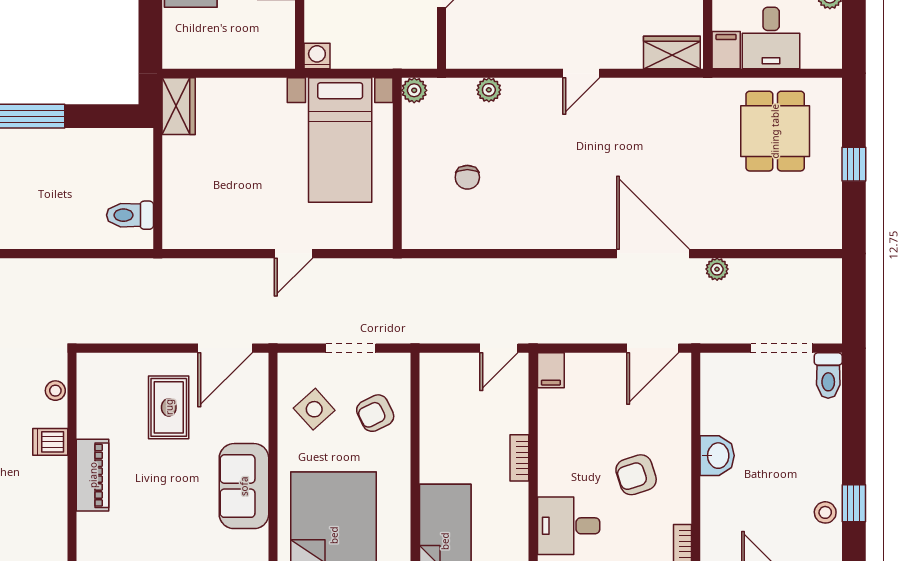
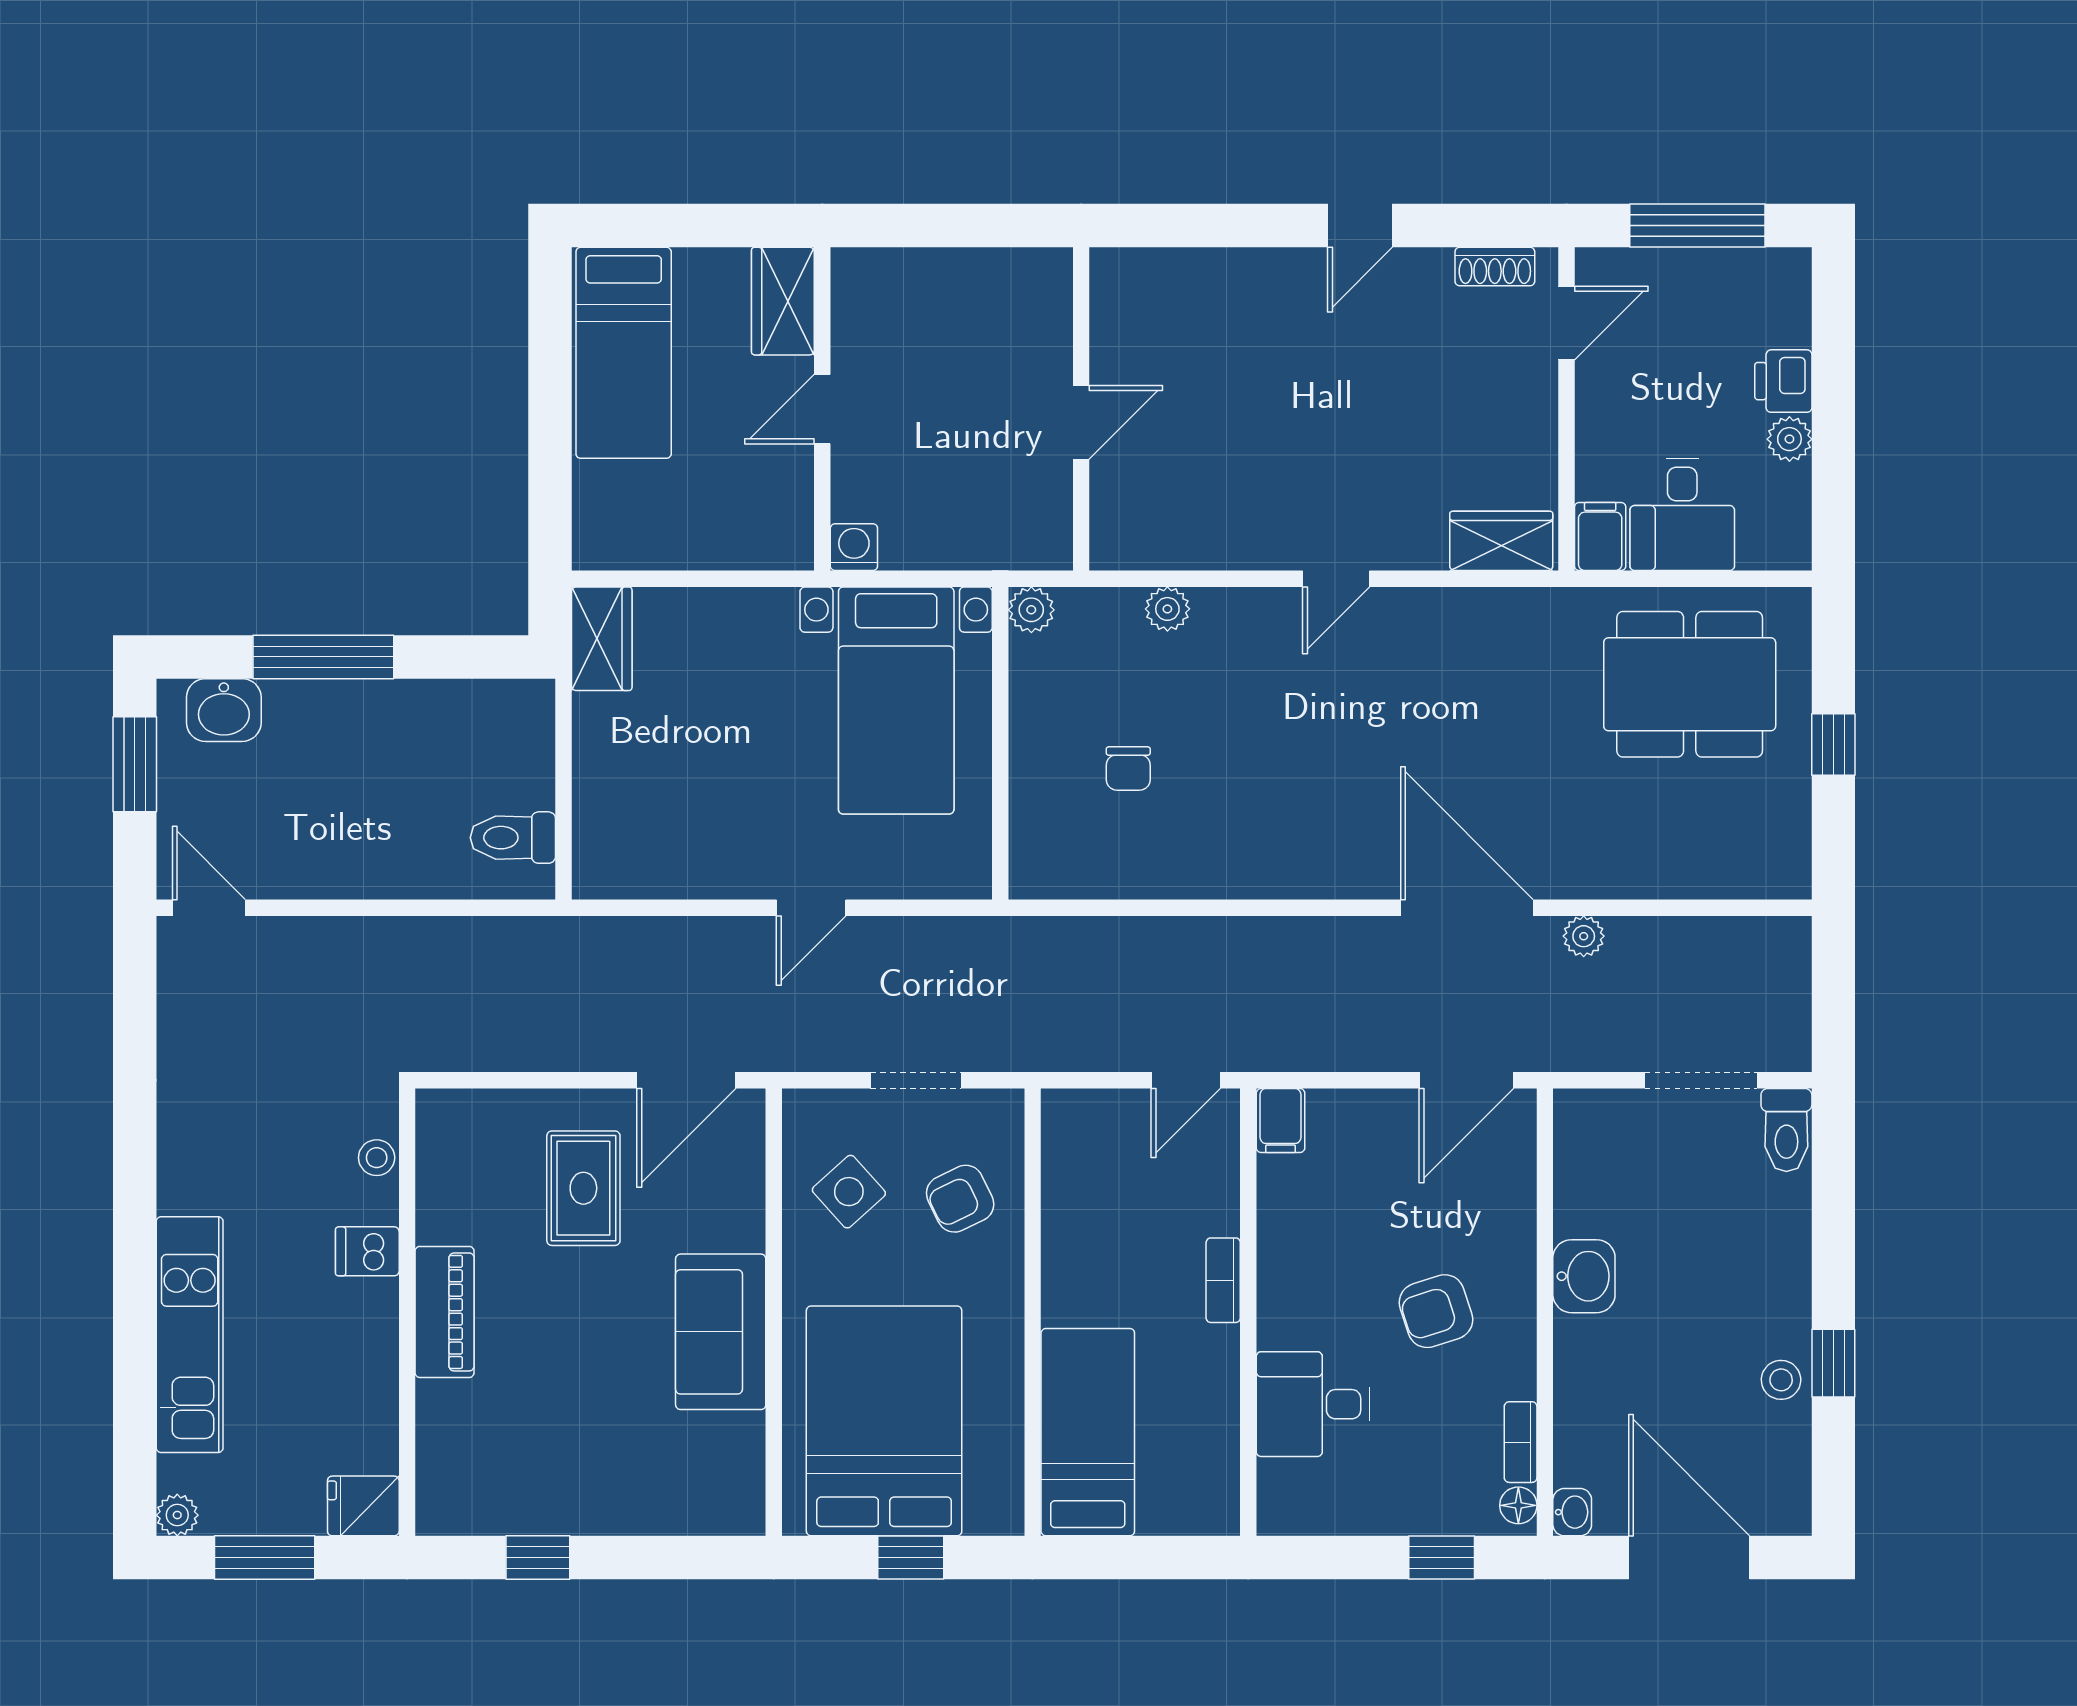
dining table: (775, 131) -> (1690, 684), width x1.38

